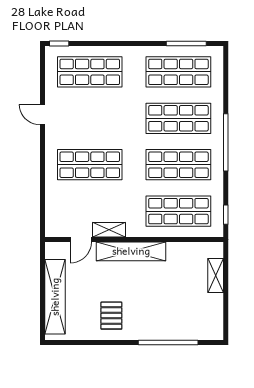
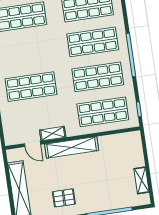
door: (81, 240) -> (32, 144), hinge flipped
shelving: (216, 275) -> (141, 180), moved
pallet: (111, 316) -> (64, 198), turned 90

